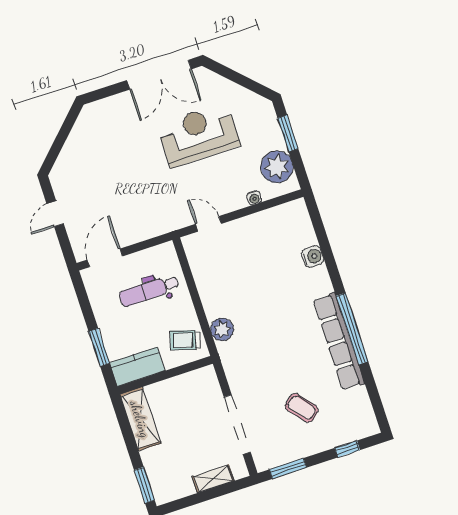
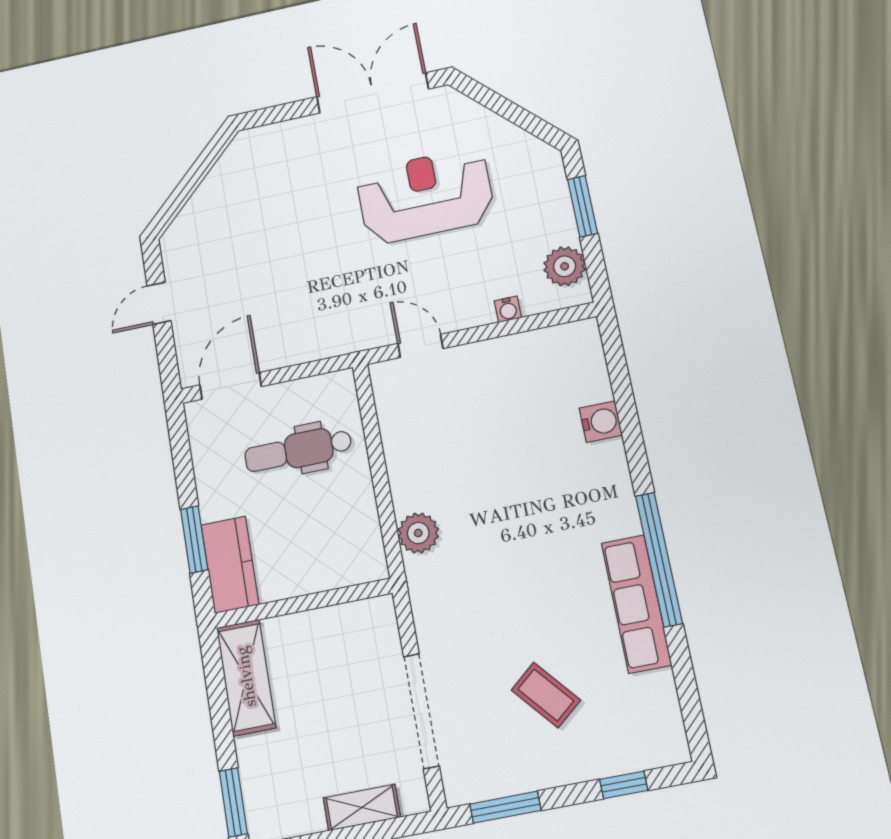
double door: (159, 75) -> (373, 93), swing flipped
plant: (277, 167) -> (565, 266), width x0.73, depth x0.73
trolley: (185, 340) -> (348, 545), removed
row of seats: (339, 342) -> (636, 604), width x0.73
kitchen counter: (137, 367) -> (230, 565), moved, turned 90

